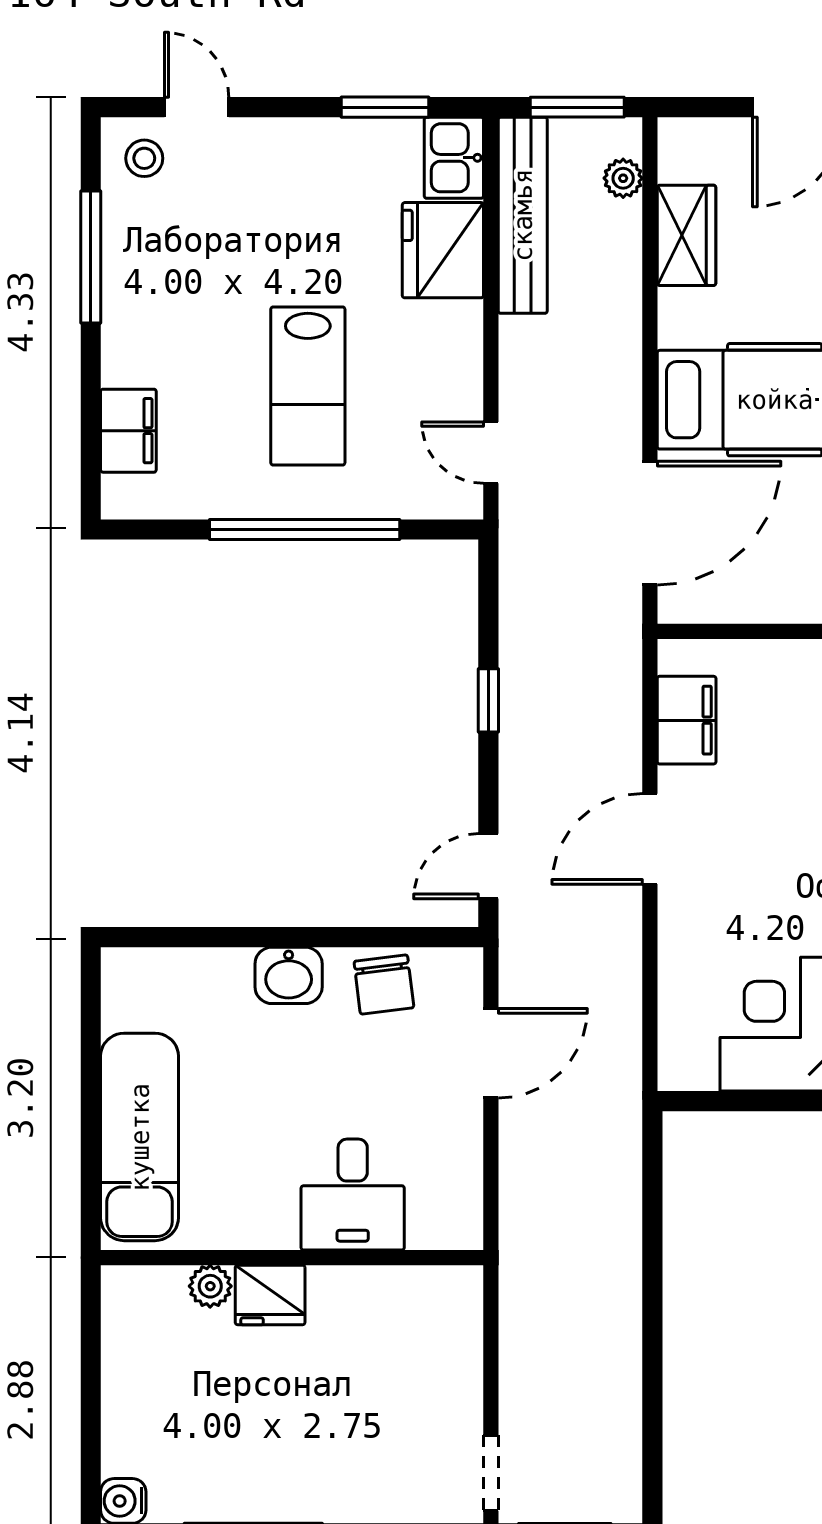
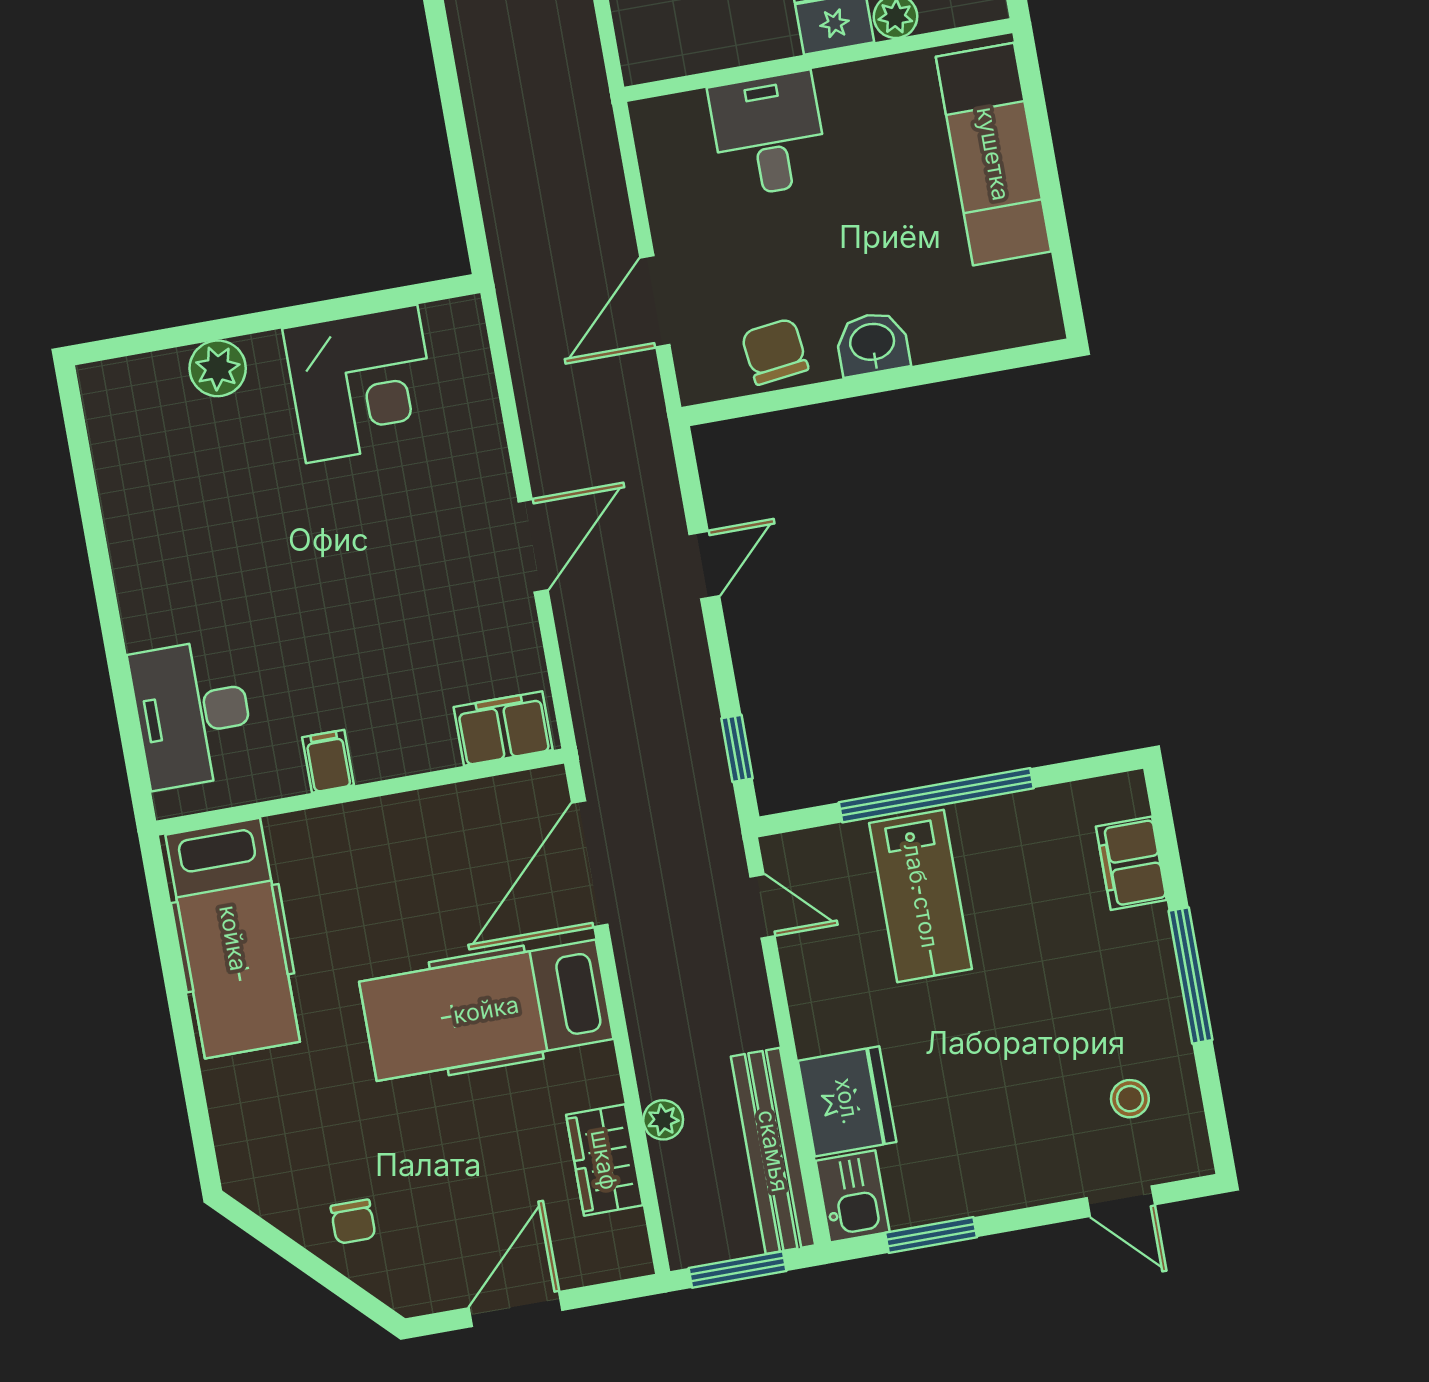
stool: (144, 158) -> (1130, 1099), moved
plant: (623, 178) -> (663, 1120), moved
window: (91, 257) -> (1190, 975), moved
lab bench: (308, 386) -> (921, 896), moved, turned 180
window: (488, 700) -> (737, 748), moved
filing cabinet: (687, 720) -> (503, 728), moved, turned 90
door: (488, 866) -> (704, 565), moved

